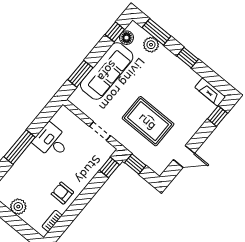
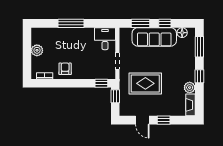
window: (115, 32) -> (165, 23), moved
plant: (151, 45) -> (190, 88), moved
window: (217, 116) -> (164, 120), moved
rug: (148, 121) -> (145, 83), turned 90
desk: (52, 141) -> (105, 39), moved

